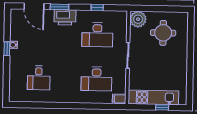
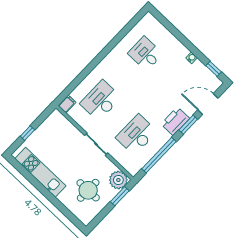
window: (97, 8) -> (159, 155), width x3.17
window: (148, 9) -> (120, 196), added
window: (7, 49) -> (214, 69), moved
kitchen unit: (153, 97) -> (40, 172), moved, turned -90

